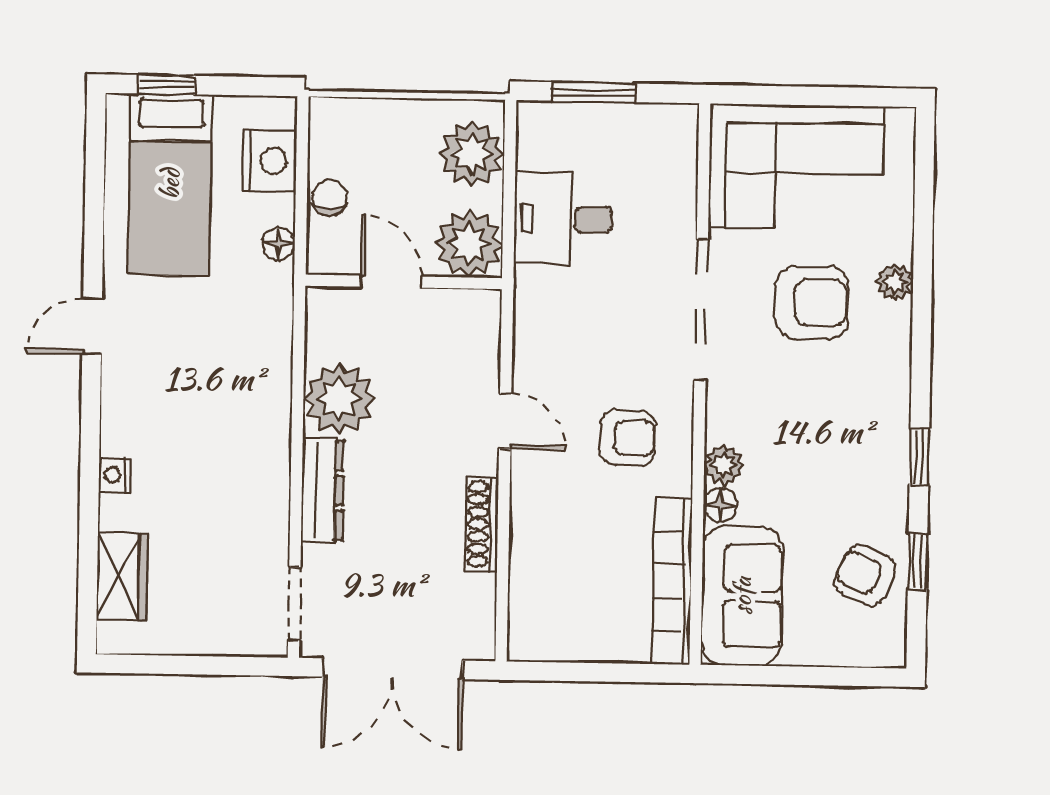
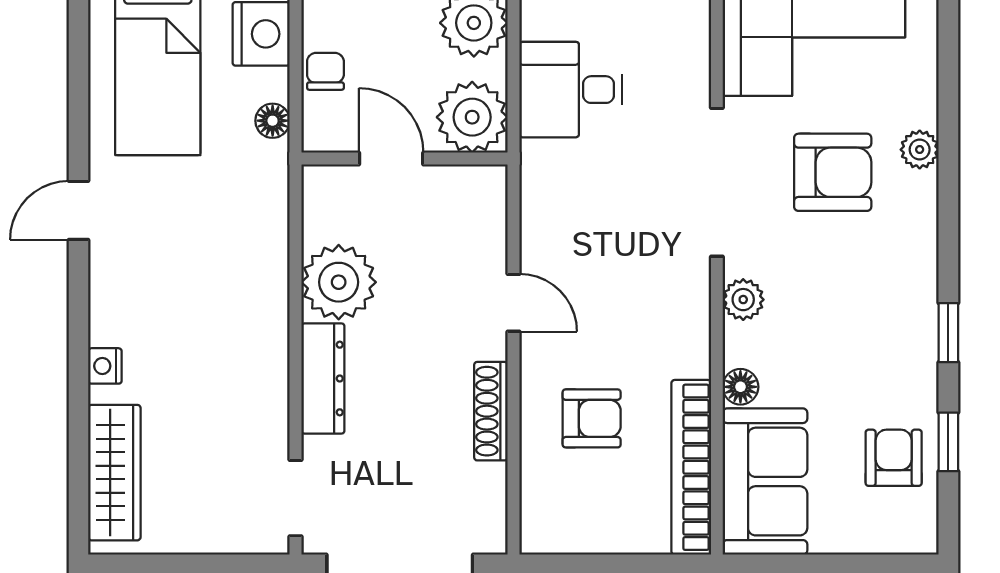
armchair: (628, 438) -> (592, 418), moved
plant: (724, 465) -> (743, 300), moved
armchair: (865, 575) -> (894, 458), turned 66
wardrobe: (122, 577) -> (114, 473), width x1.50

